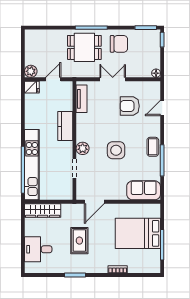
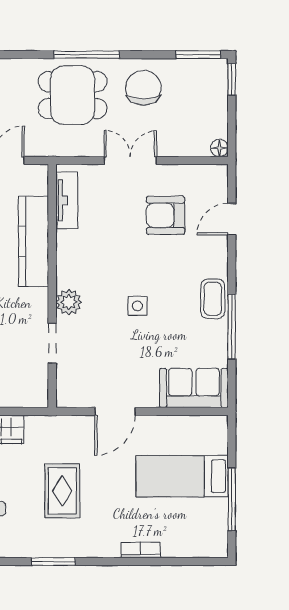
chair: (119, 44) -> (143, 88), turned -90
kitchen counter: (65, 126) -> (33, 241), width x1.50
side table: (116, 150) -> (137, 306), width x0.54, depth x0.54
door: (94, 202) -> (115, 411), moved
bed: (138, 233) -> (182, 476), width x0.67

